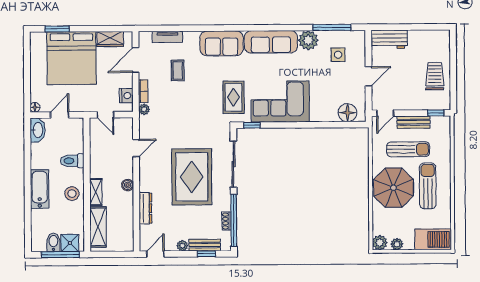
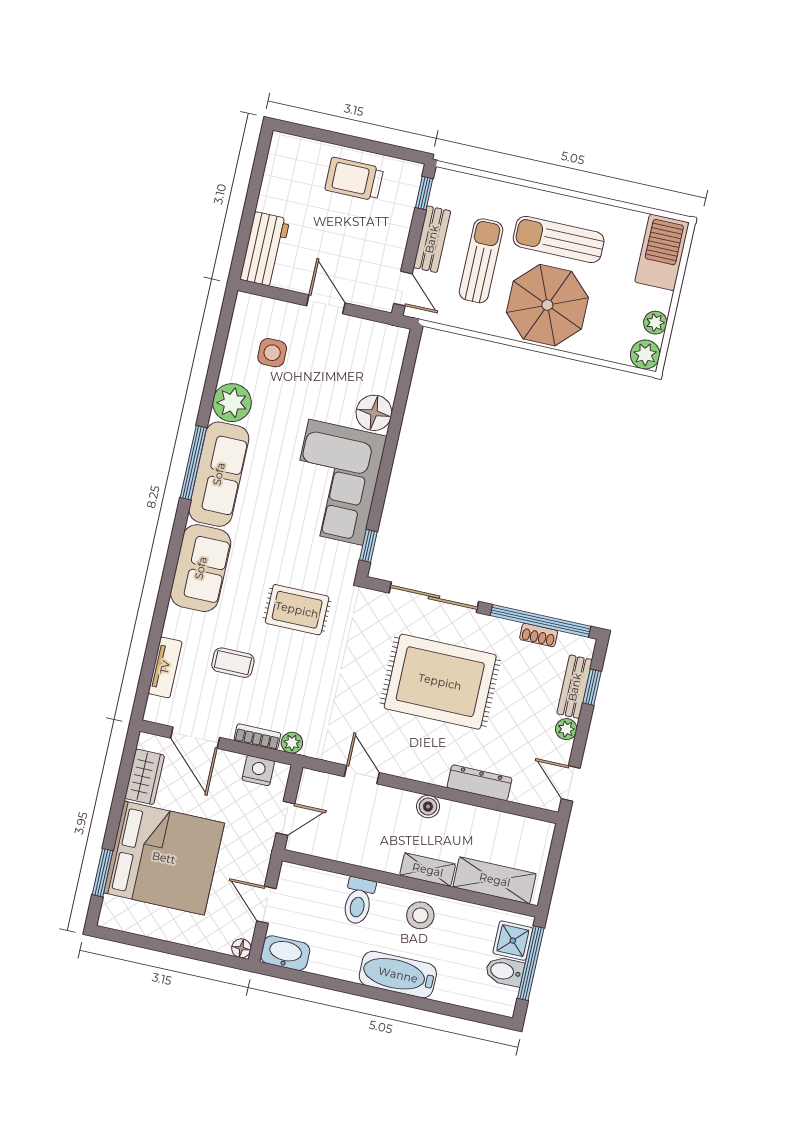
window: (332, 27) -> (193, 463), moved
rug: (234, 97) -> (297, 610), moved
floor lamp: (347, 113) -> (374, 413), moved

